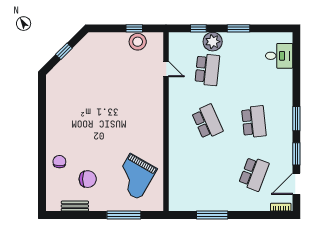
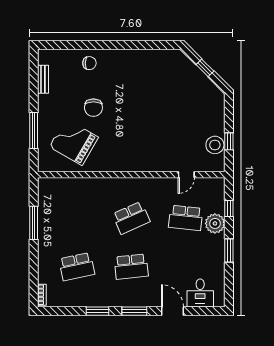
school desk: (254, 174) -> (77, 267), turned -33
chair: (88, 179) -> (93, 108), moved
door: (296, 184) -> (172, 311), moved

